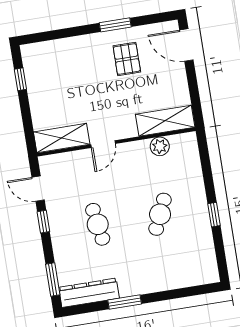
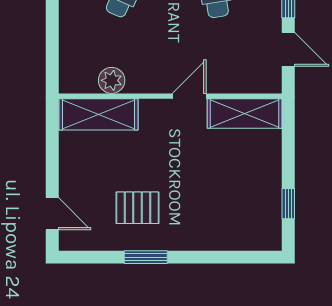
door: (186, 45) -> (52, 214), width x0.73
pallet: (127, 59) -> (137, 208), turned 90

